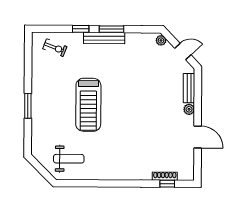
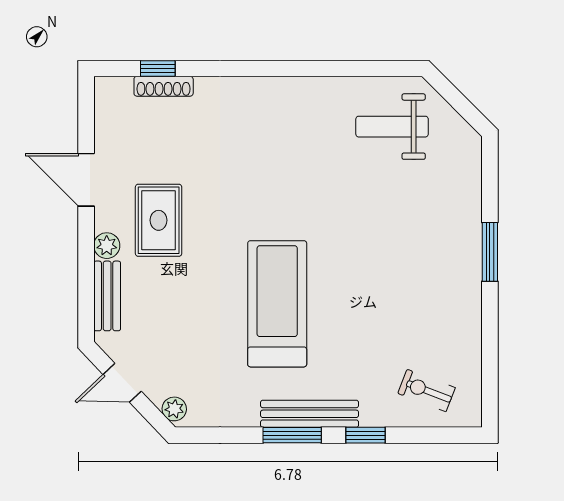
treadmill: (88, 105) -> (277, 304), moved
rug: (167, 120) -> (159, 220), added

